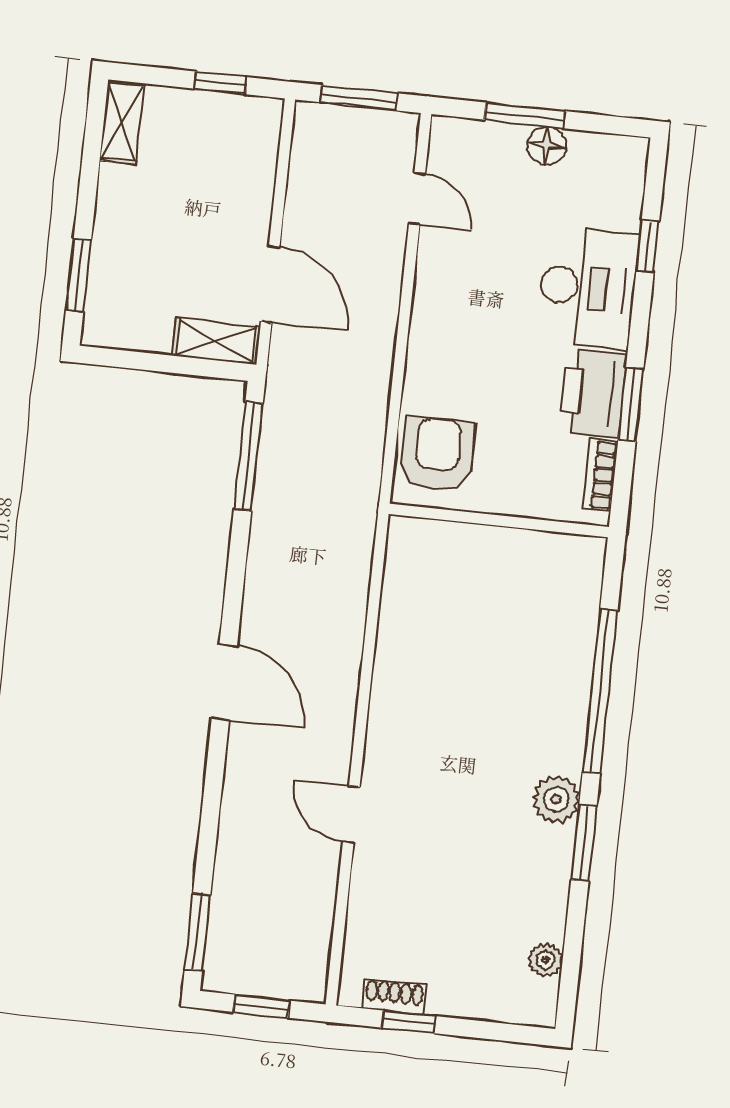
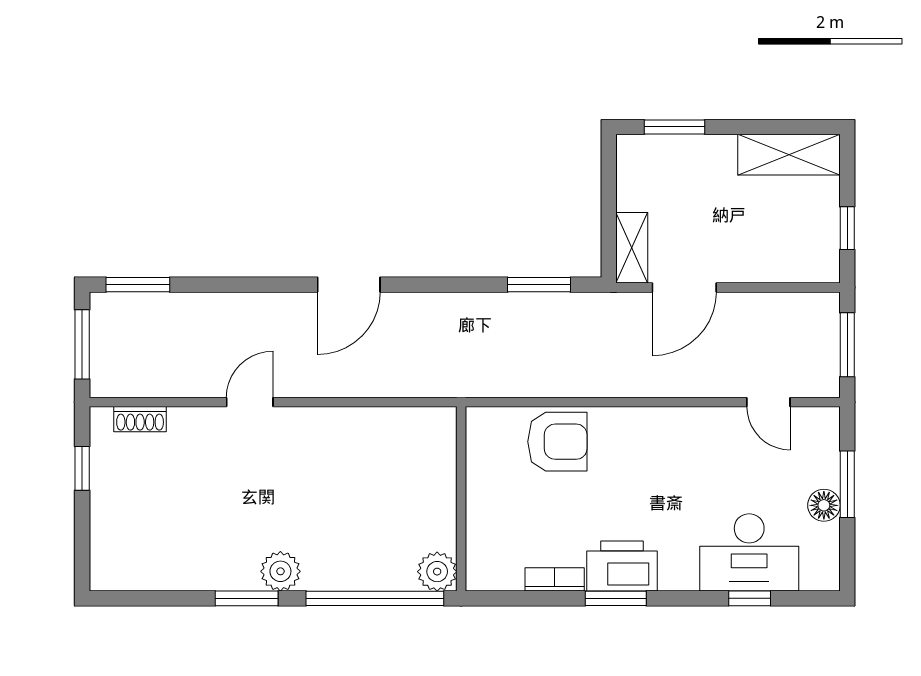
shelving: (122, 122) -> (789, 155), width x1.50, depth x1.33
door: (417, 199) -> (768, 402), hinge flipped
desk: (588, 288) -> (749, 552), moved
window: (248, 456) -> (539, 285), width x0.69
wall: (499, 520) -> (461, 499), moved
plant: (546, 960) -> (437, 572), moved, width x1.38, depth x1.38
shoe rack: (394, 997) -> (140, 419), moved, turned 90
window: (261, 1006) -> (82, 344), width x1.50

